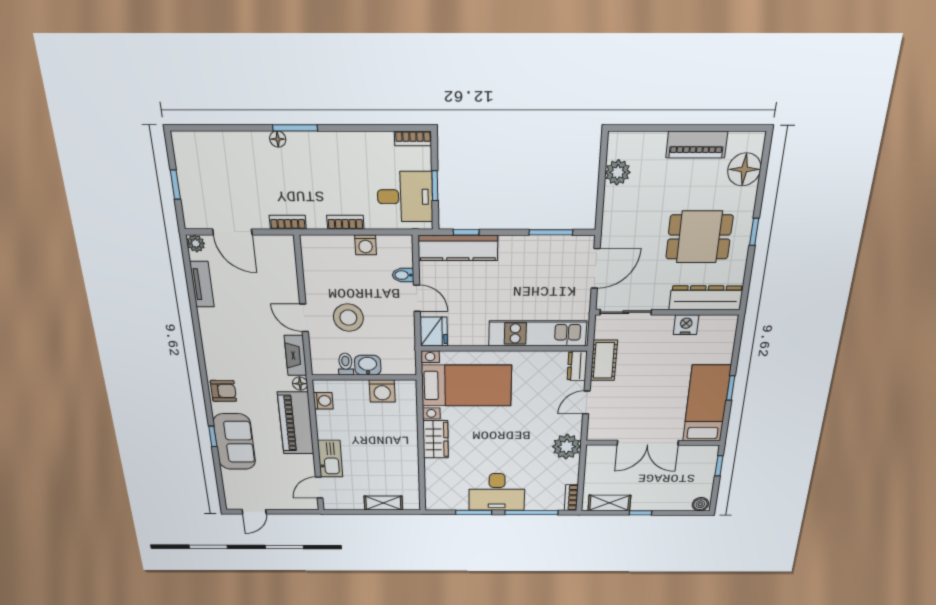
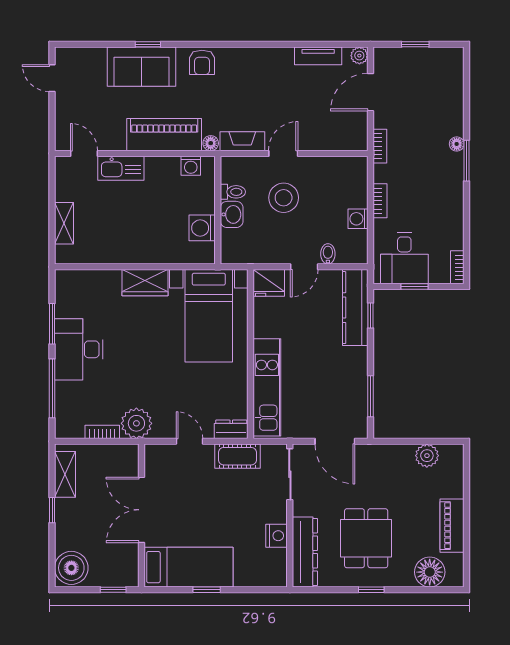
bookcase: (571, 498) -> (102, 432), moved
boiler: (700, 504) -> (71, 568), width x1.86, depth x1.86

